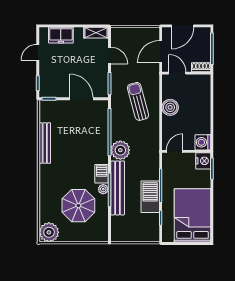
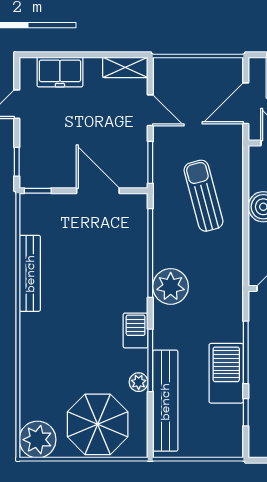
bench: (118, 188) -> (165, 401), moved
plant: (103, 189) -> (139, 382), moved
parasol: (78, 206) -> (98, 424), moved

